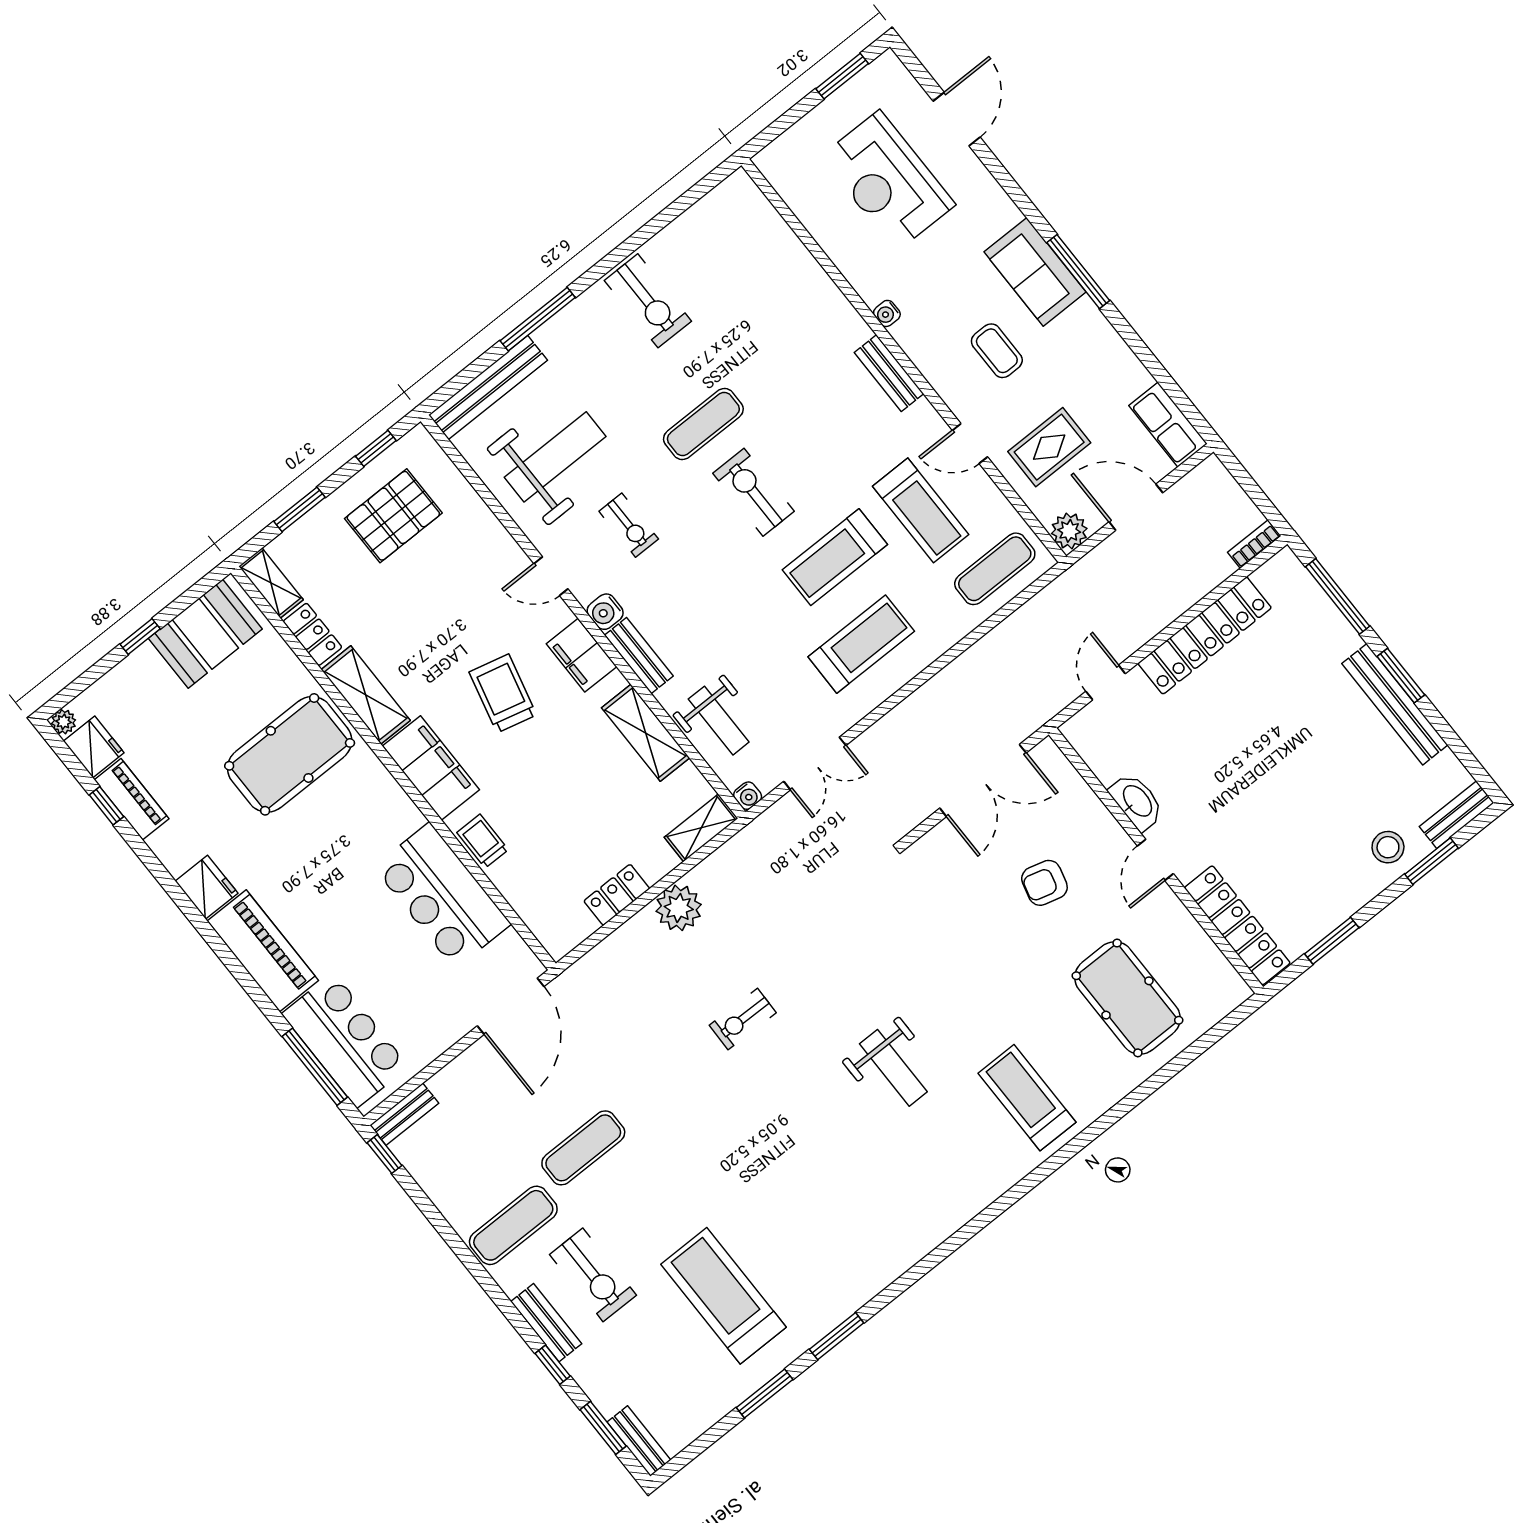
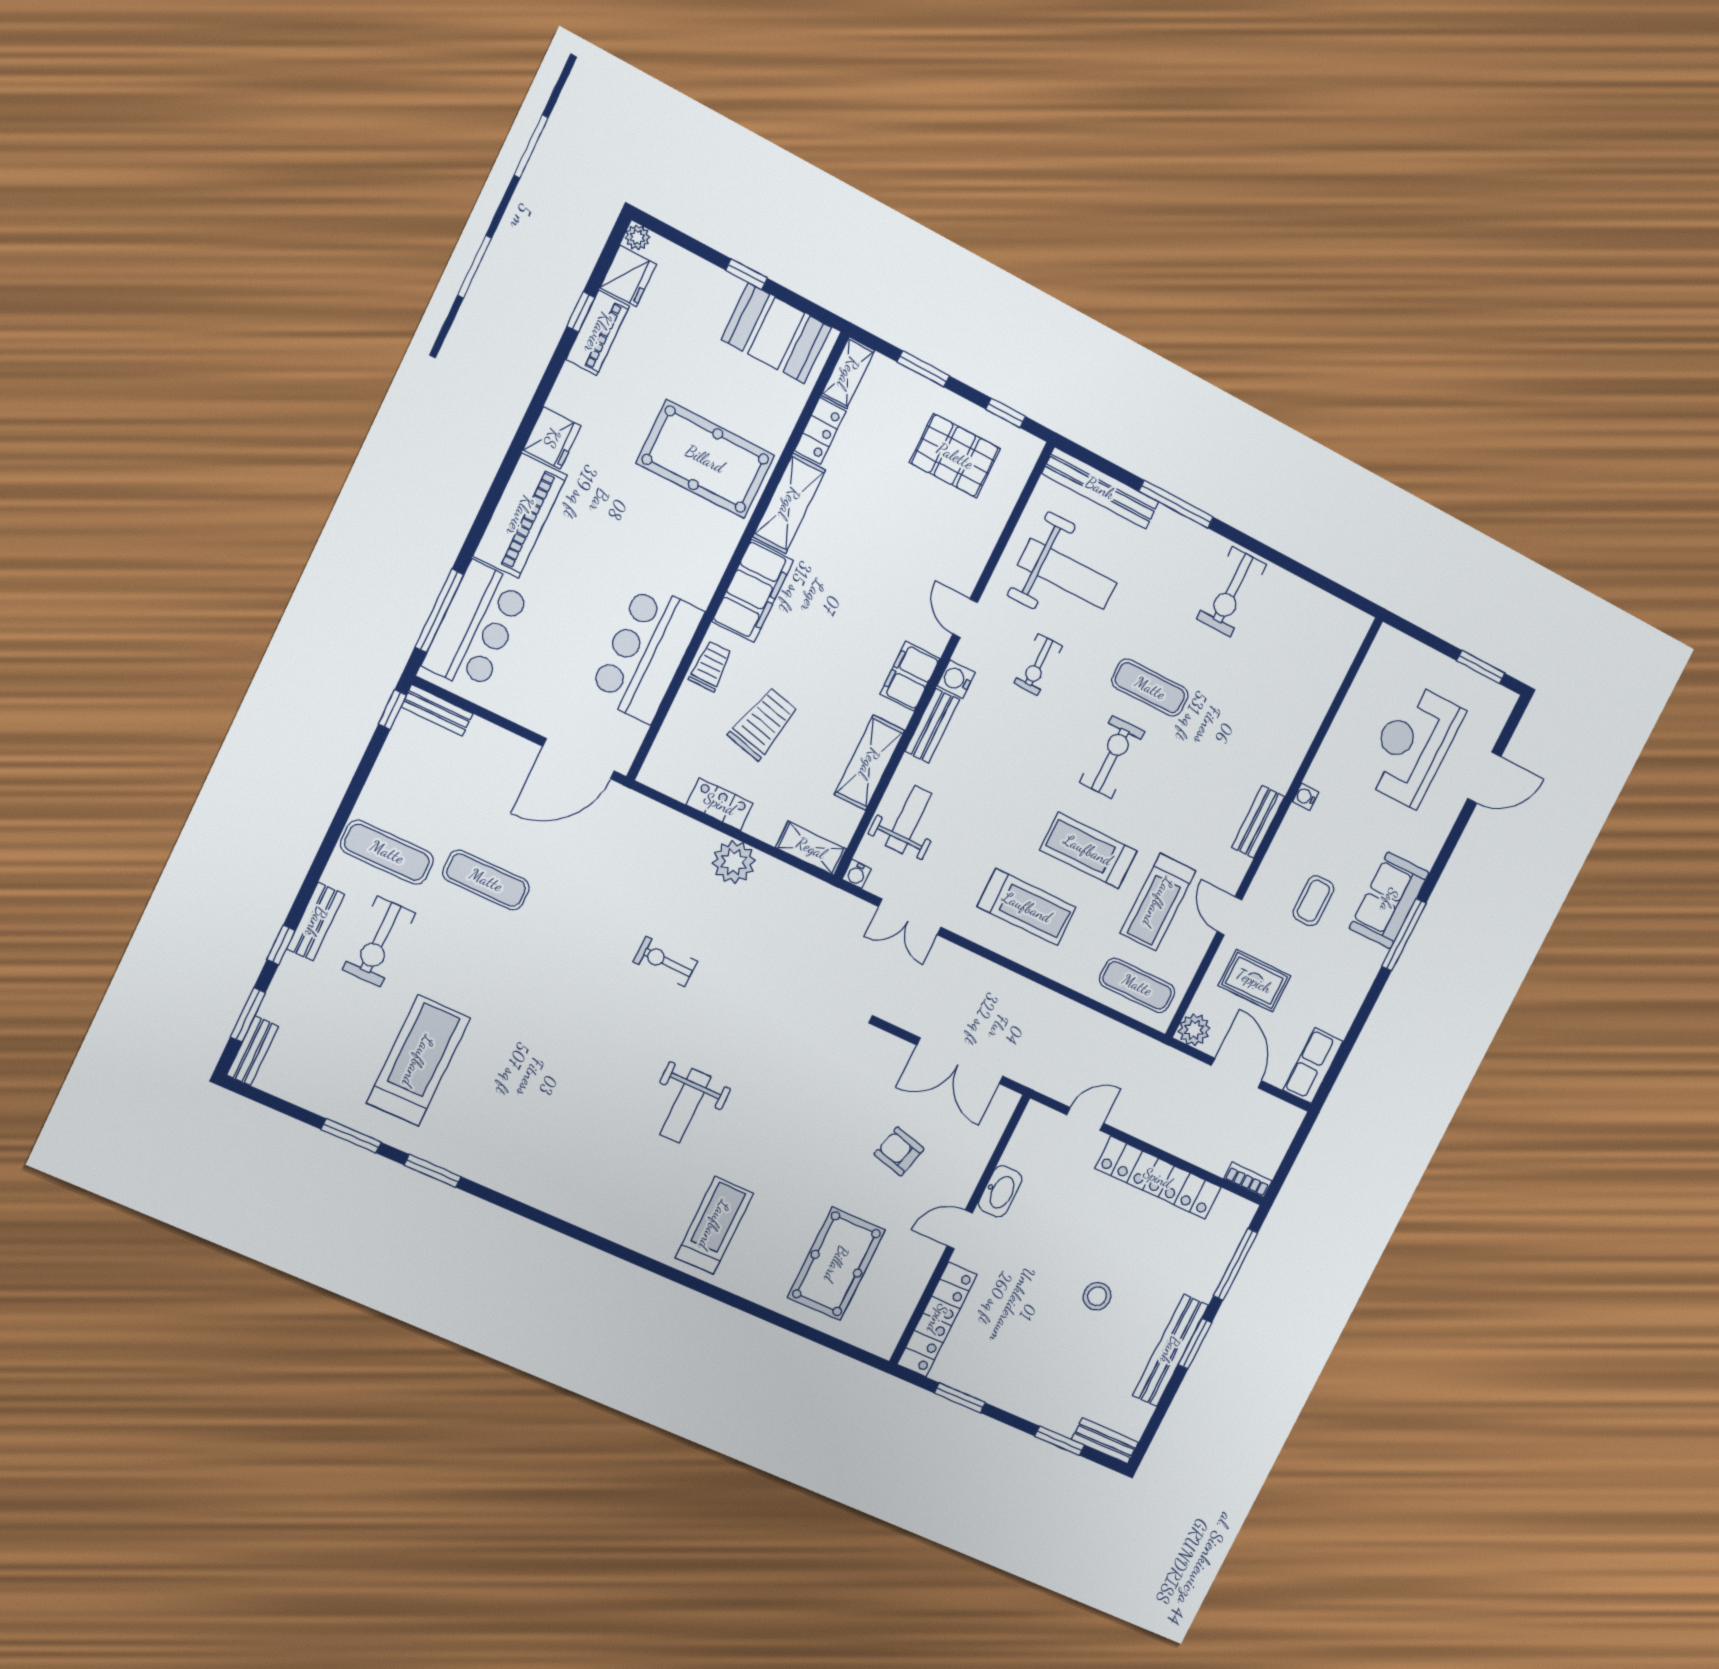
trolley: (503, 693) -> (763, 724), moved
weight bench: (719, 721) -> (908, 819), turned 180
stool: (1388, 847) -> (1097, 1296), moved

